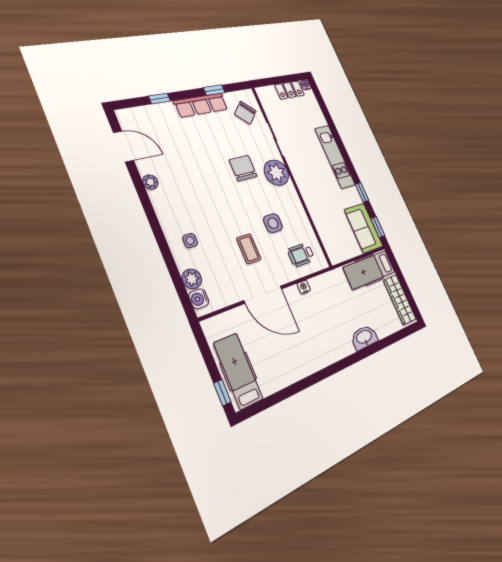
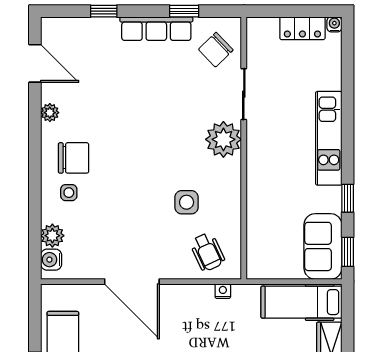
chair: (243, 168) -> (74, 158), moved, turned 90
coffee table: (249, 249) -> (139, 223), removed
wheelchair: (301, 255) -> (207, 252), turned -115
nightstand: (304, 287) -> (223, 291), moved

